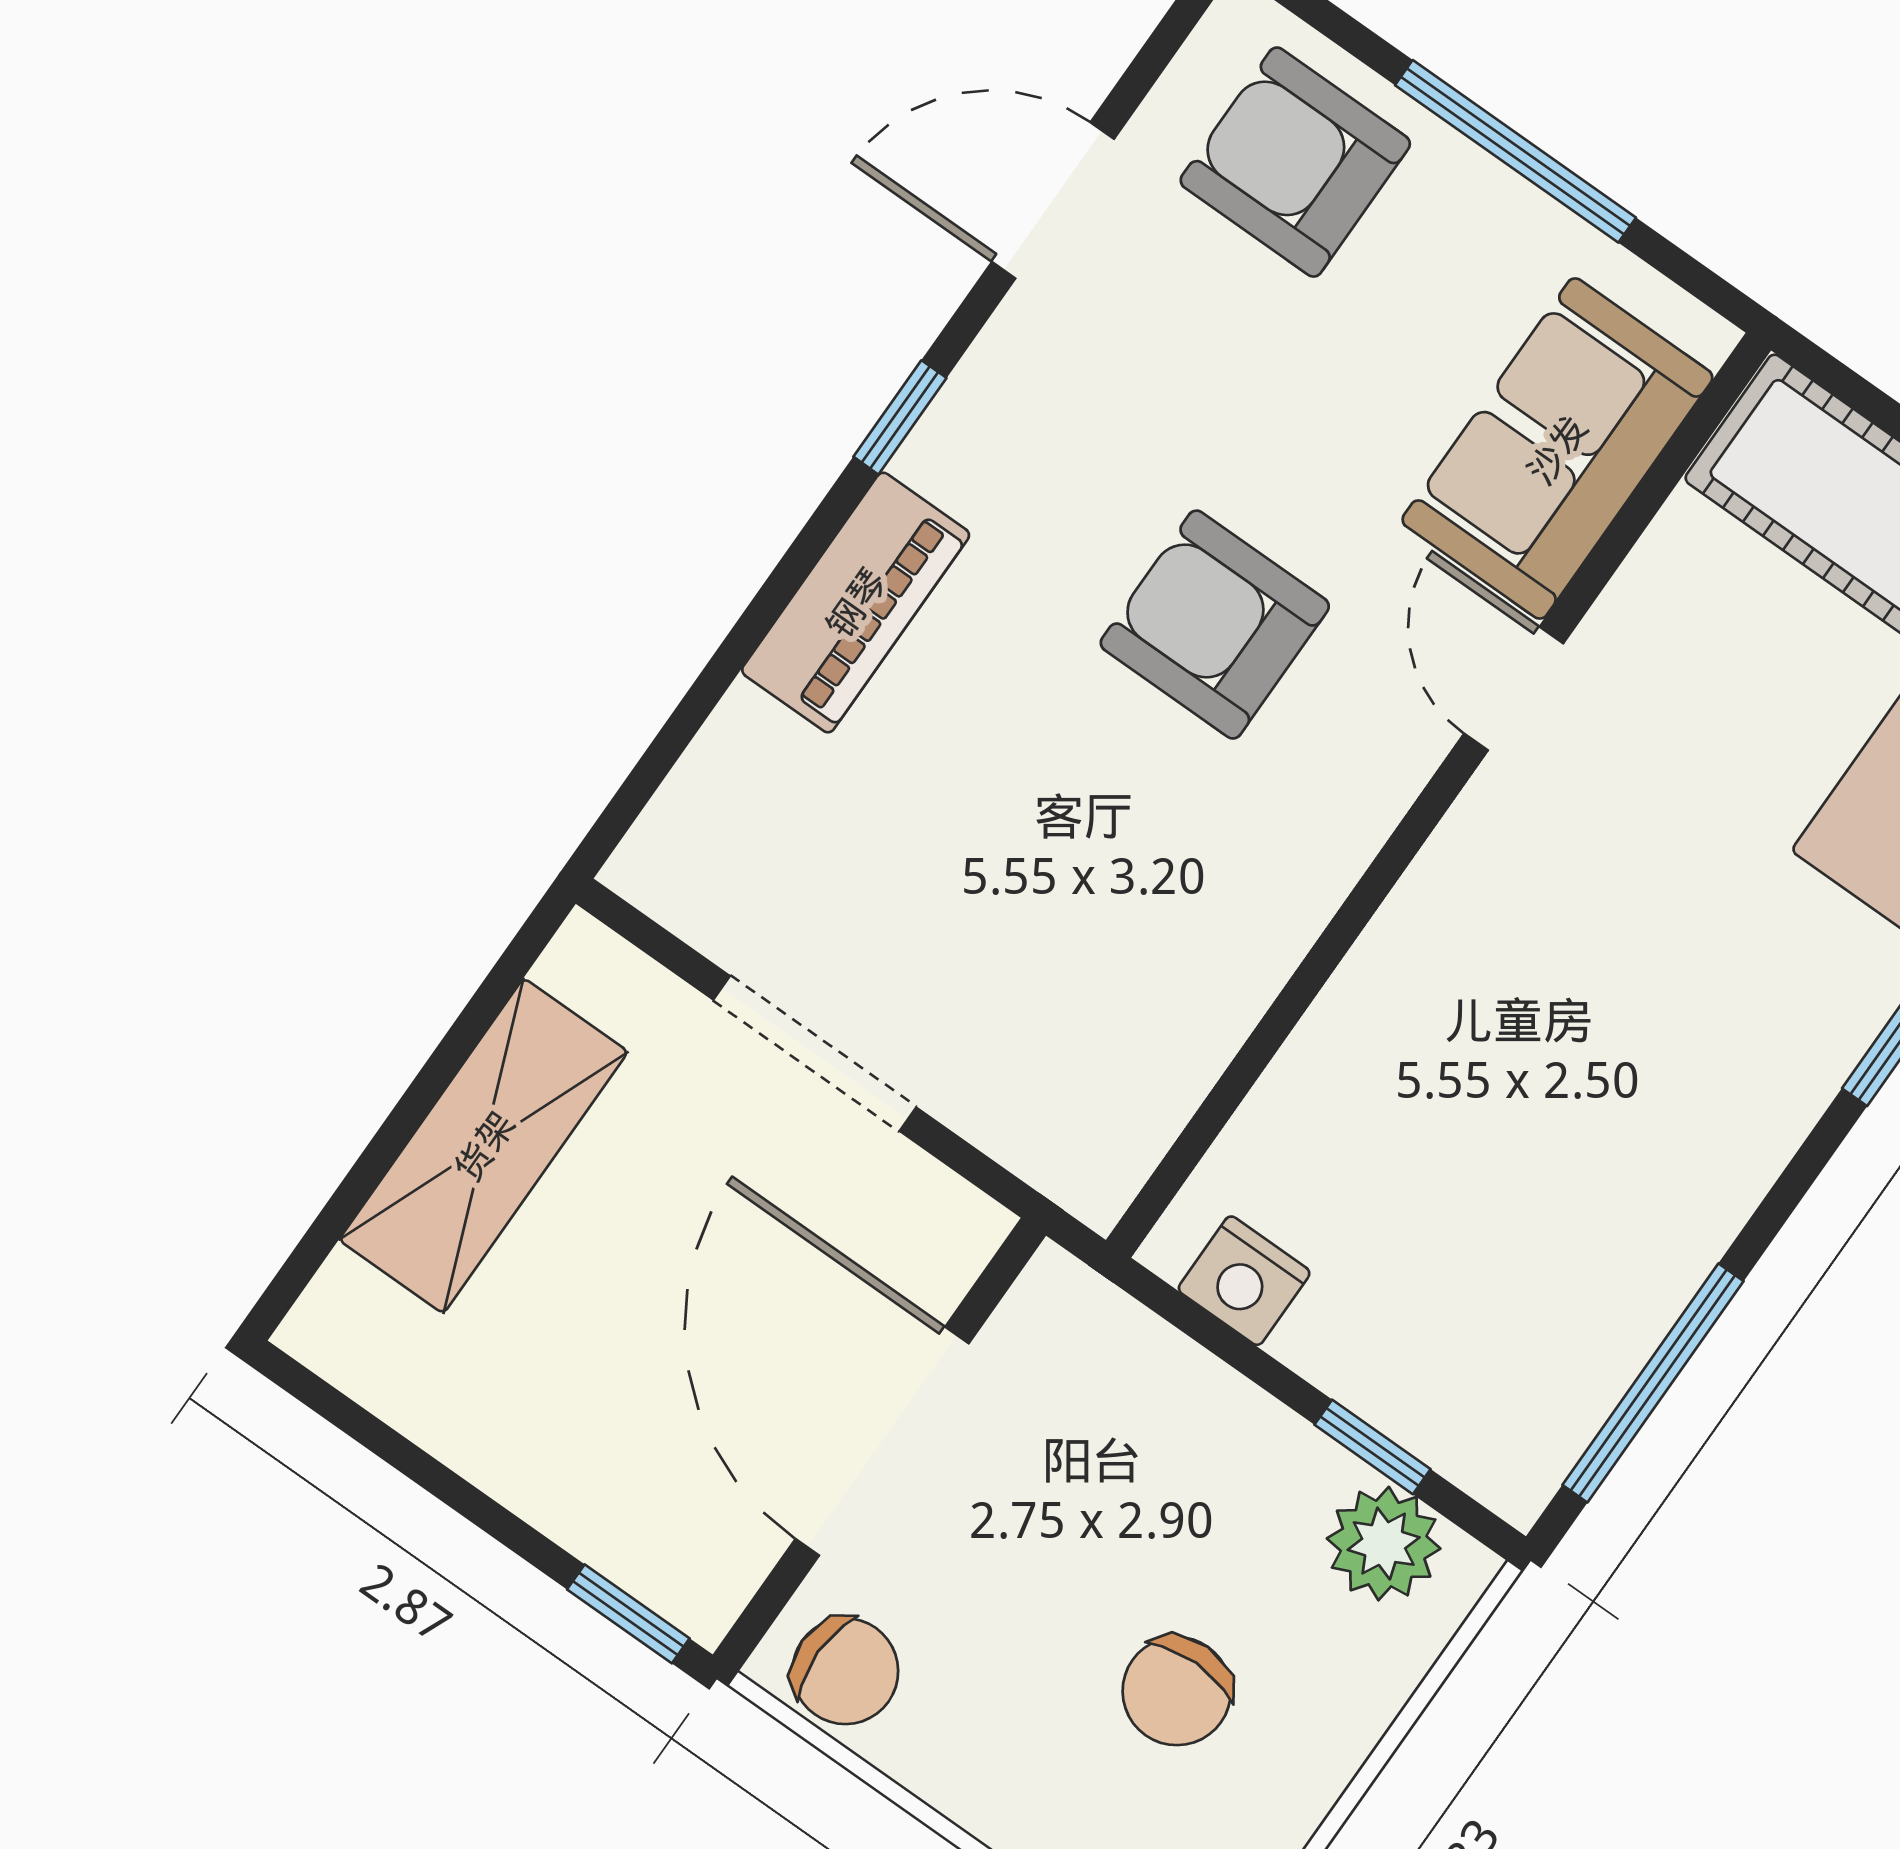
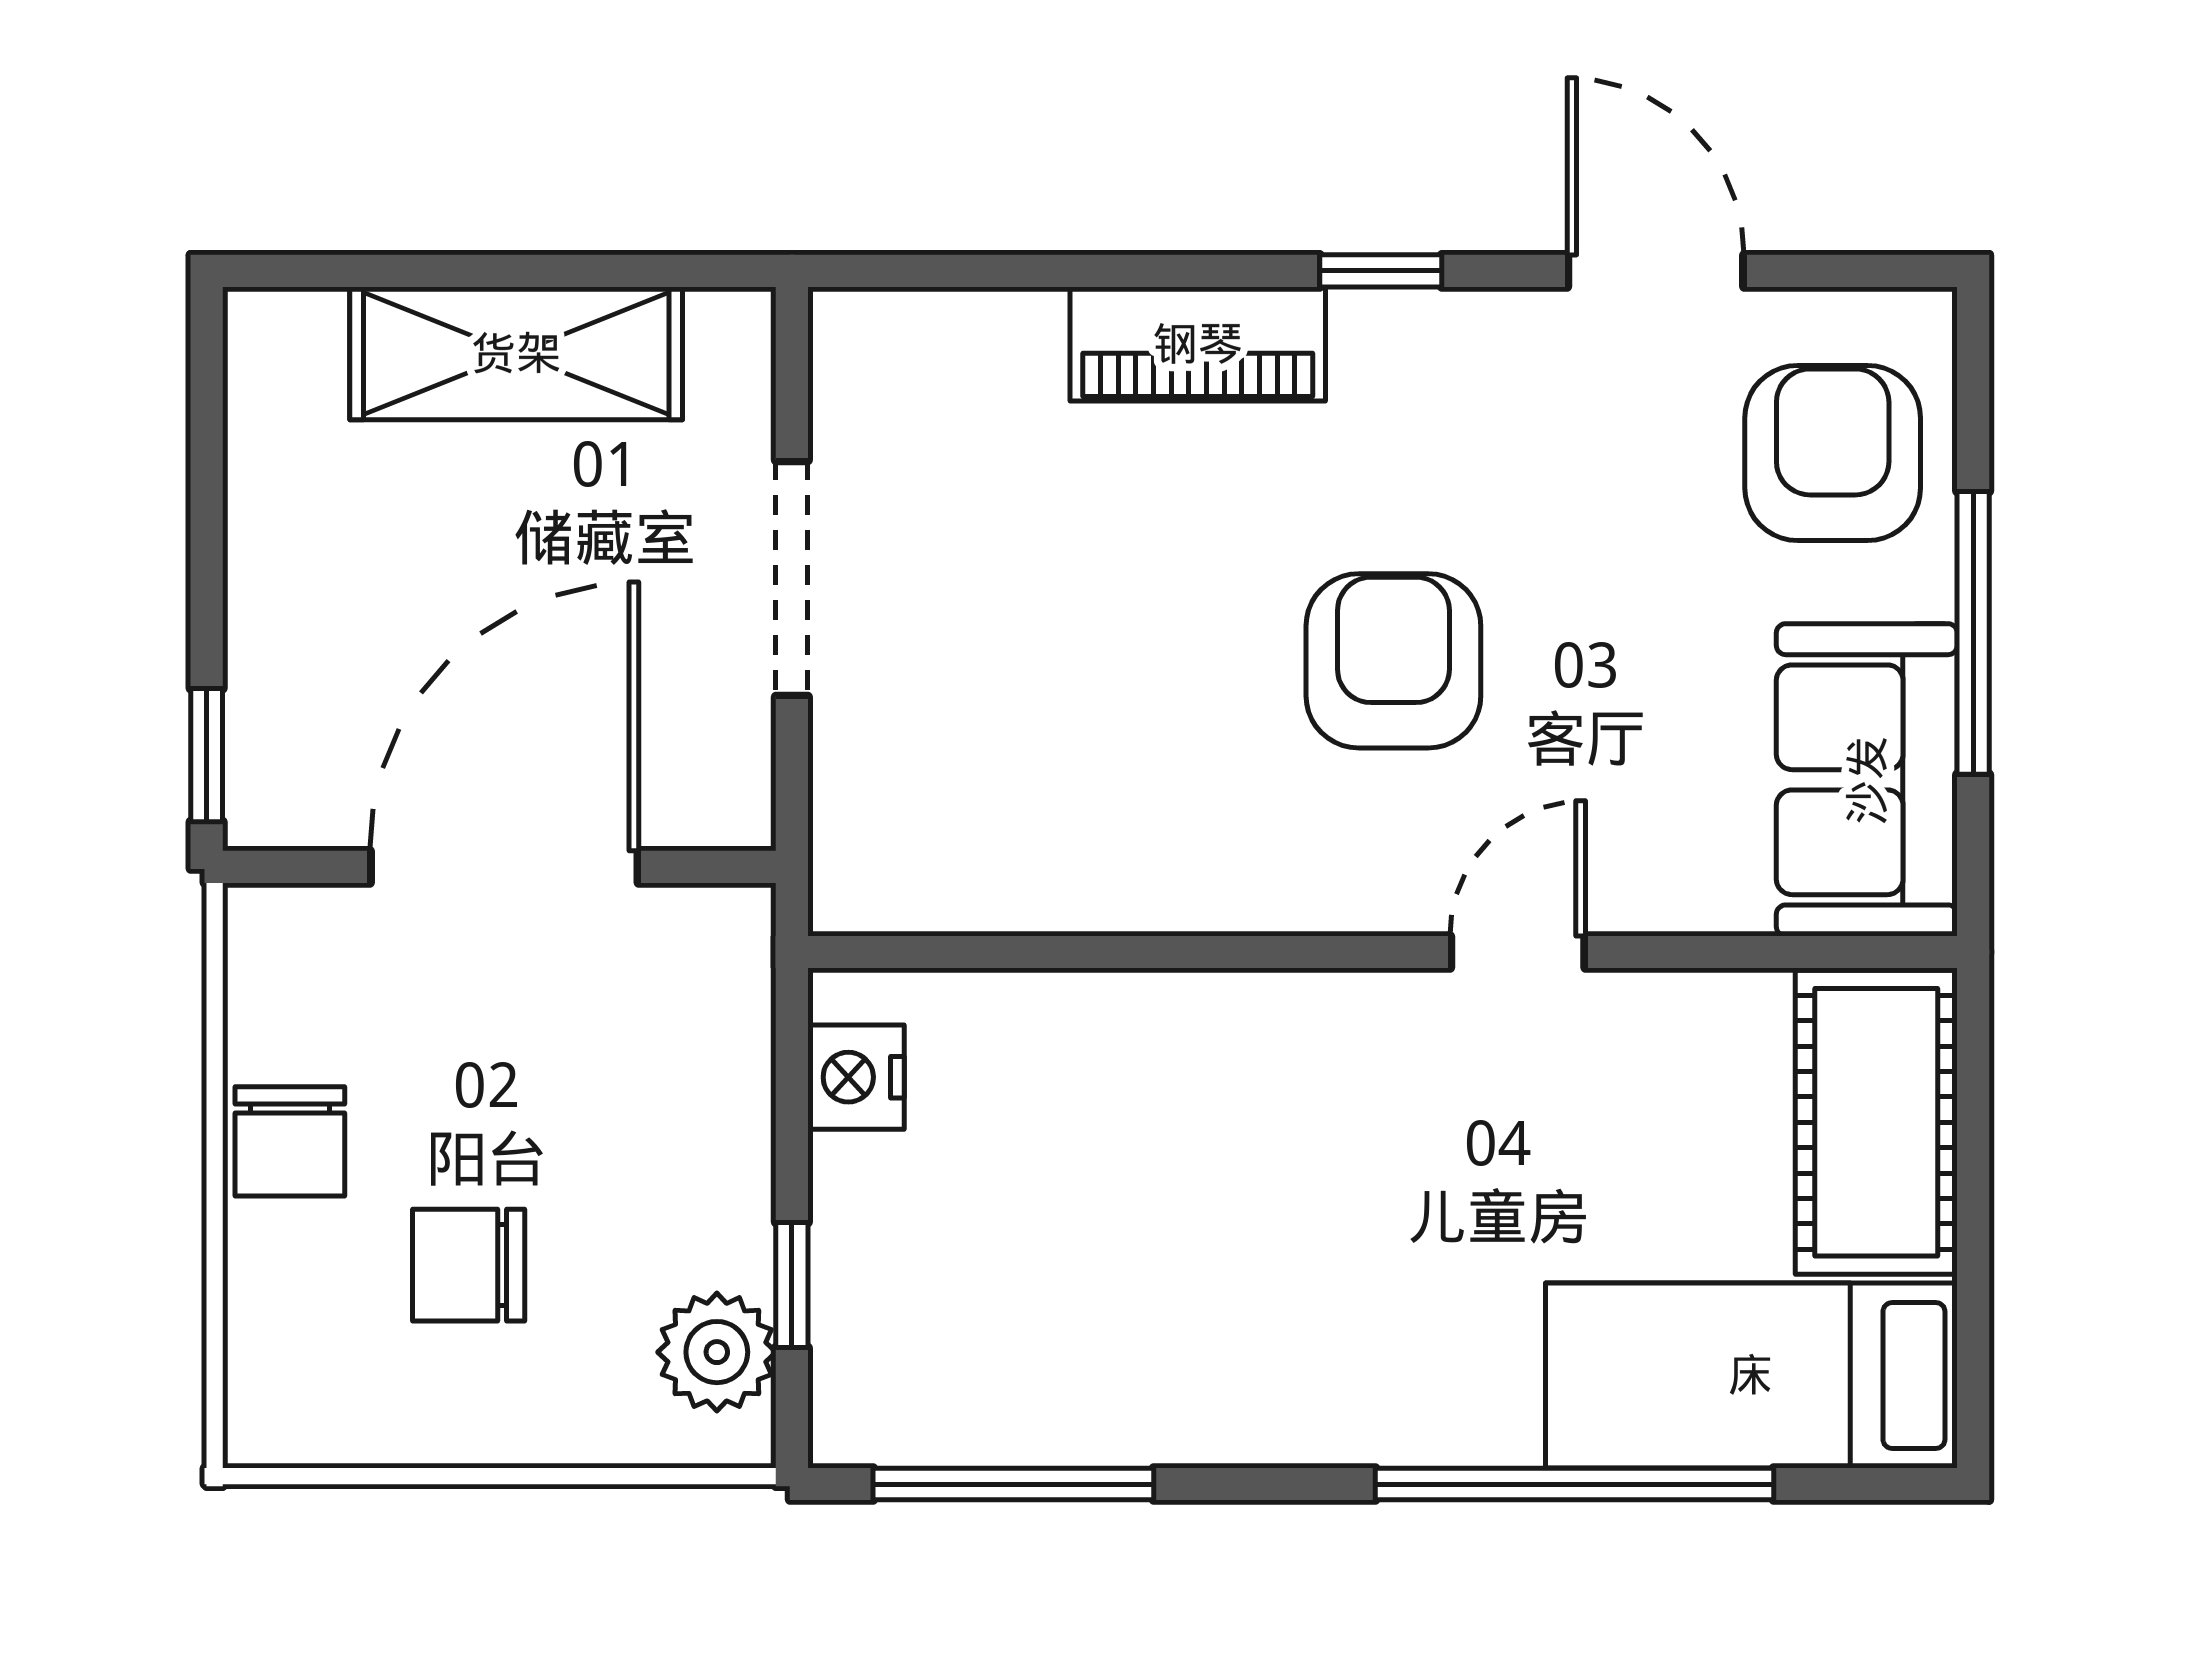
sofa: (1557, 449) -> (1867, 780), moved, turned -90
chair: (845, 1671) -> (290, 1141), moved

